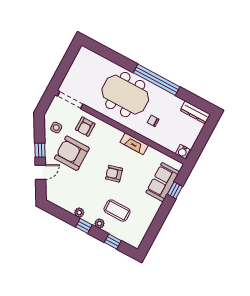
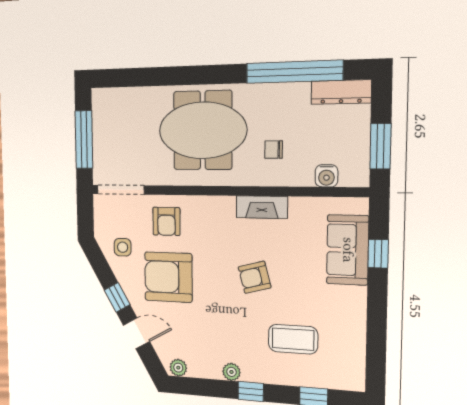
window: (64, 66) -> (84, 140), added
window: (157, 80) -> (294, 72), moved
window: (200, 145) -> (380, 146), added
water cooler: (183, 152) -> (326, 176), moved
door: (40, 172) -> (136, 333), hinge flipped
plant: (100, 223) -> (178, 368), moved

